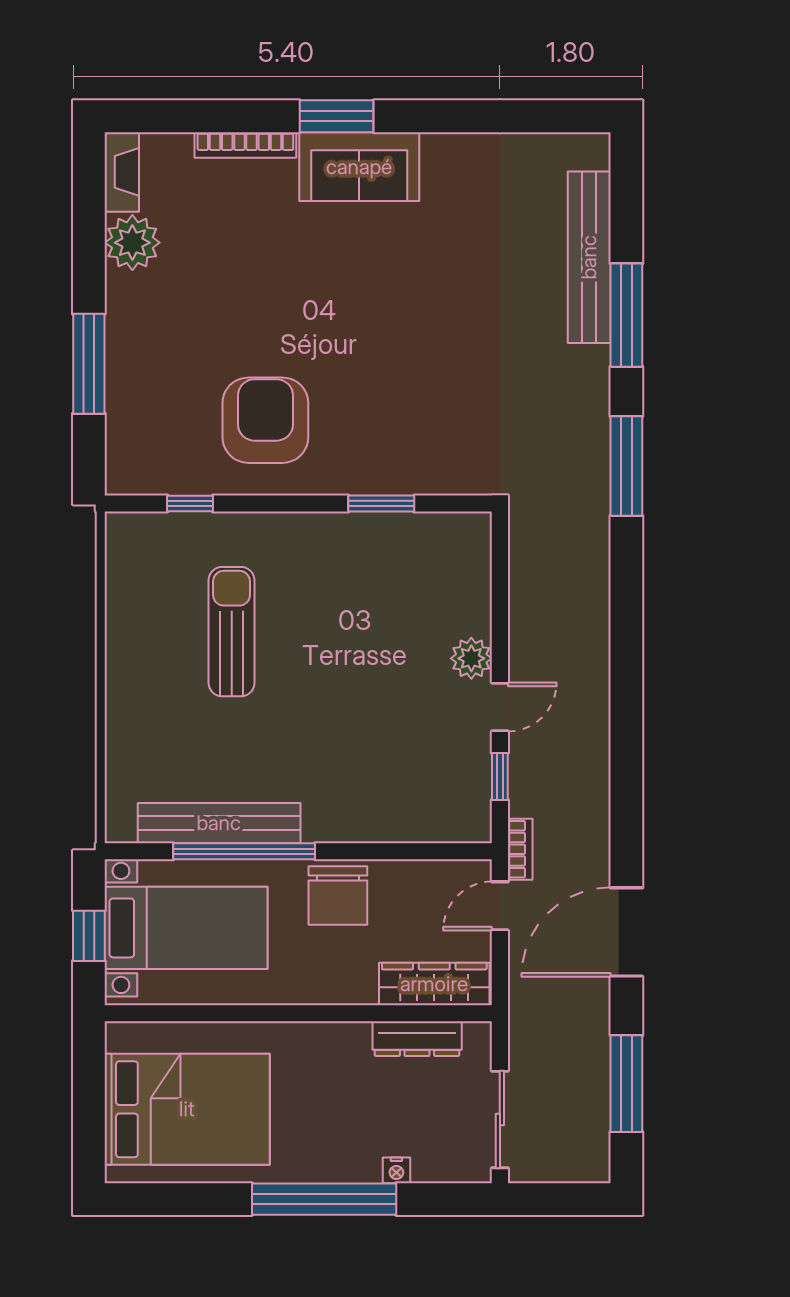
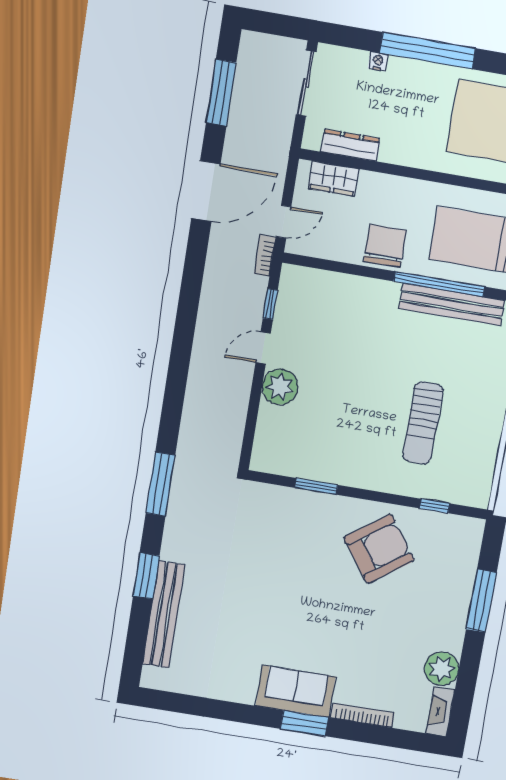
window: (626, 315) -> (146, 576), width x0.69
armchair: (265, 420) -> (379, 549), turned -126
plant: (471, 658) -> (280, 387), width x1.36, depth x1.36
wardrobe: (434, 984) -> (333, 179), width x0.67

